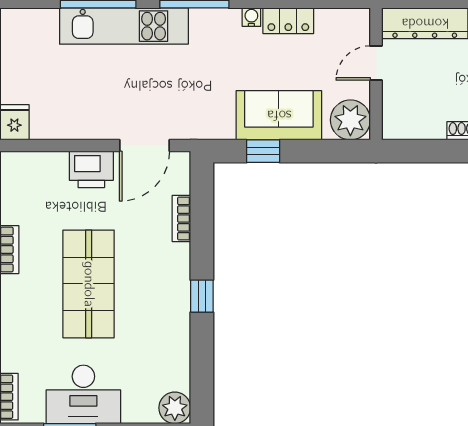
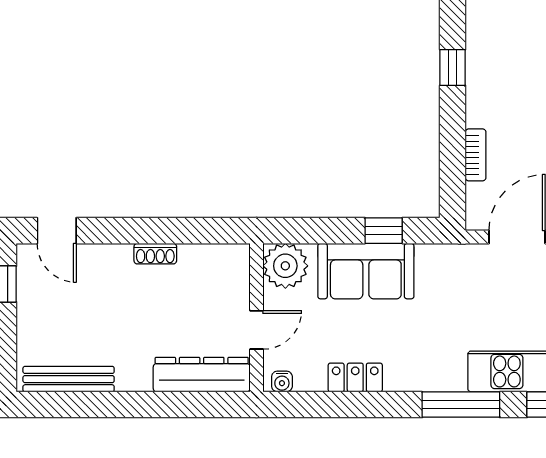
water cooler: (251, 17) -> (282, 381), moved

